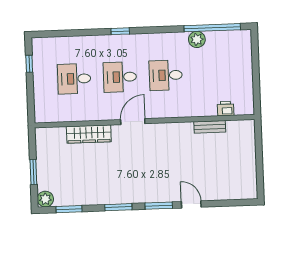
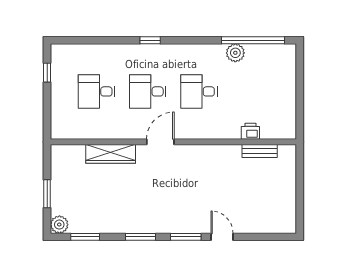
printer: (226, 109) -> (250, 131), moved
bench: (210, 127) -> (260, 151), moved

